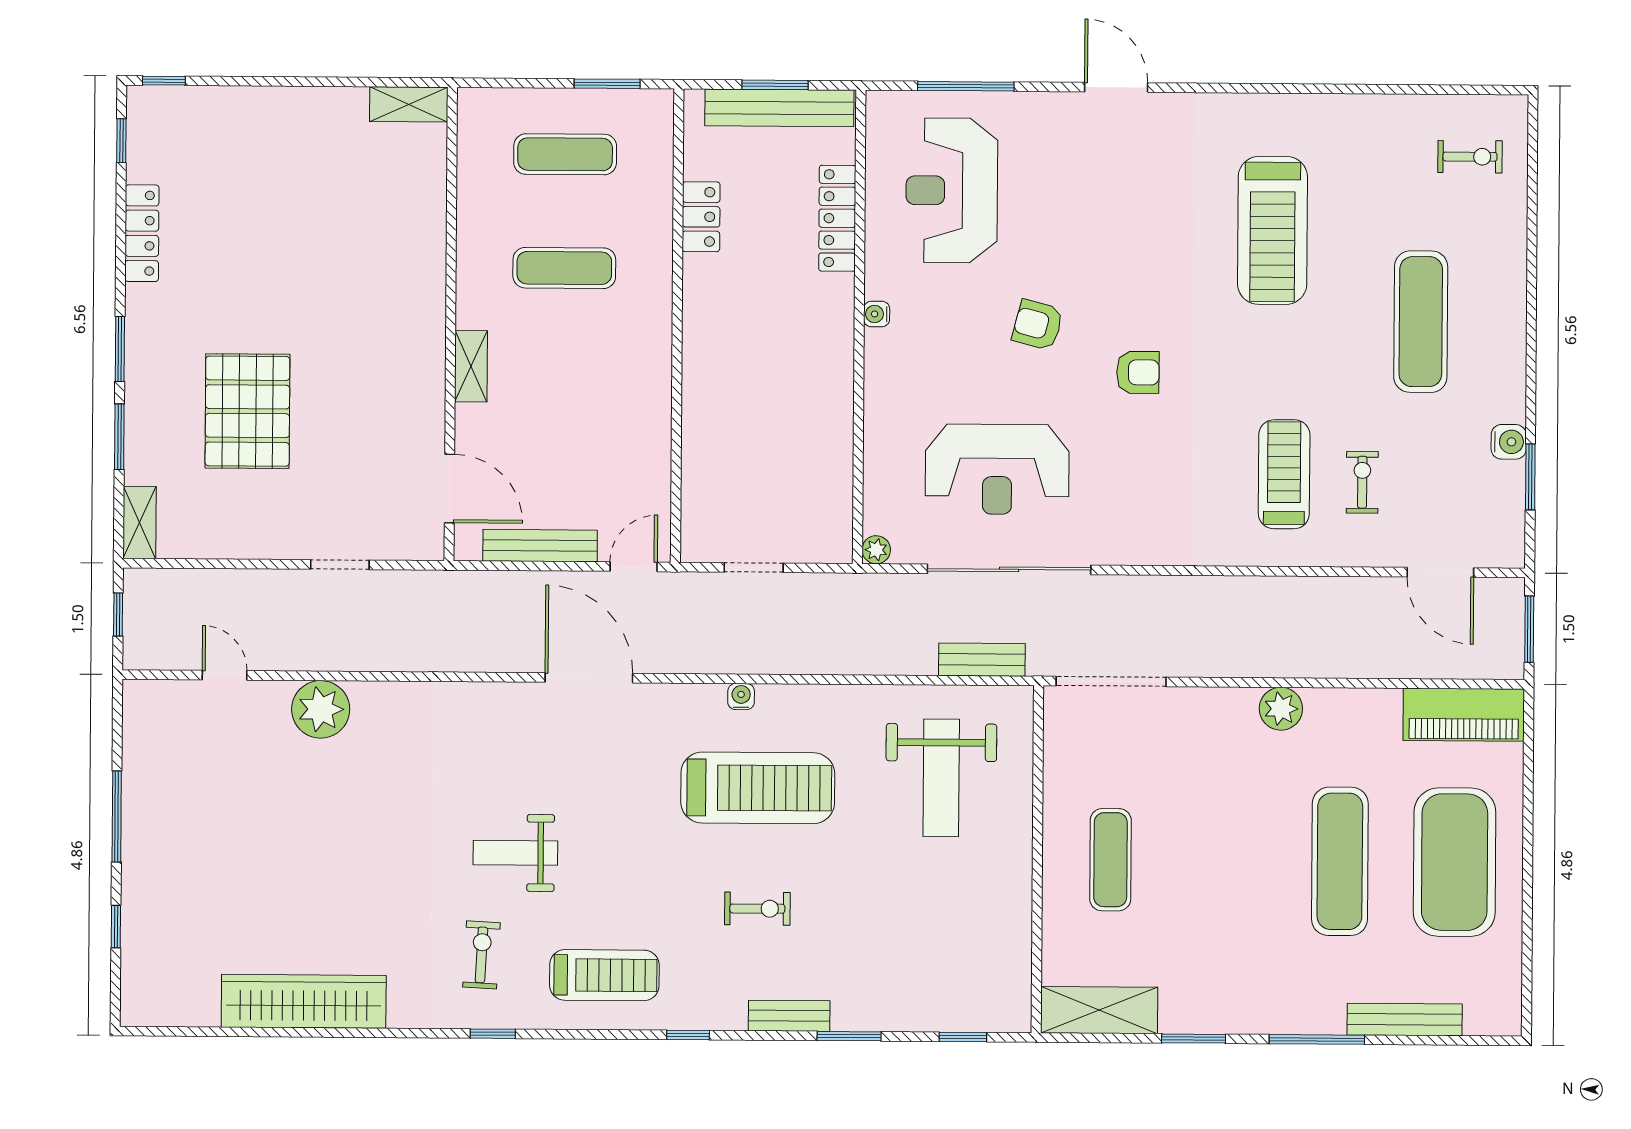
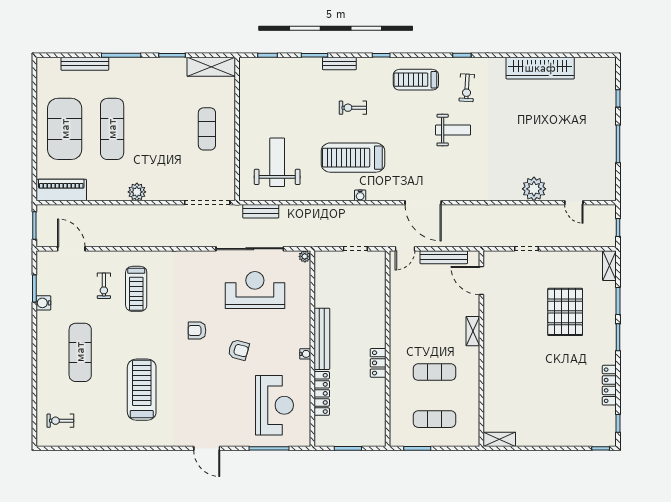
bench: (779, 108) -> (322, 339), moved, turned 90
locker: (701, 217) -> (378, 363), moved

